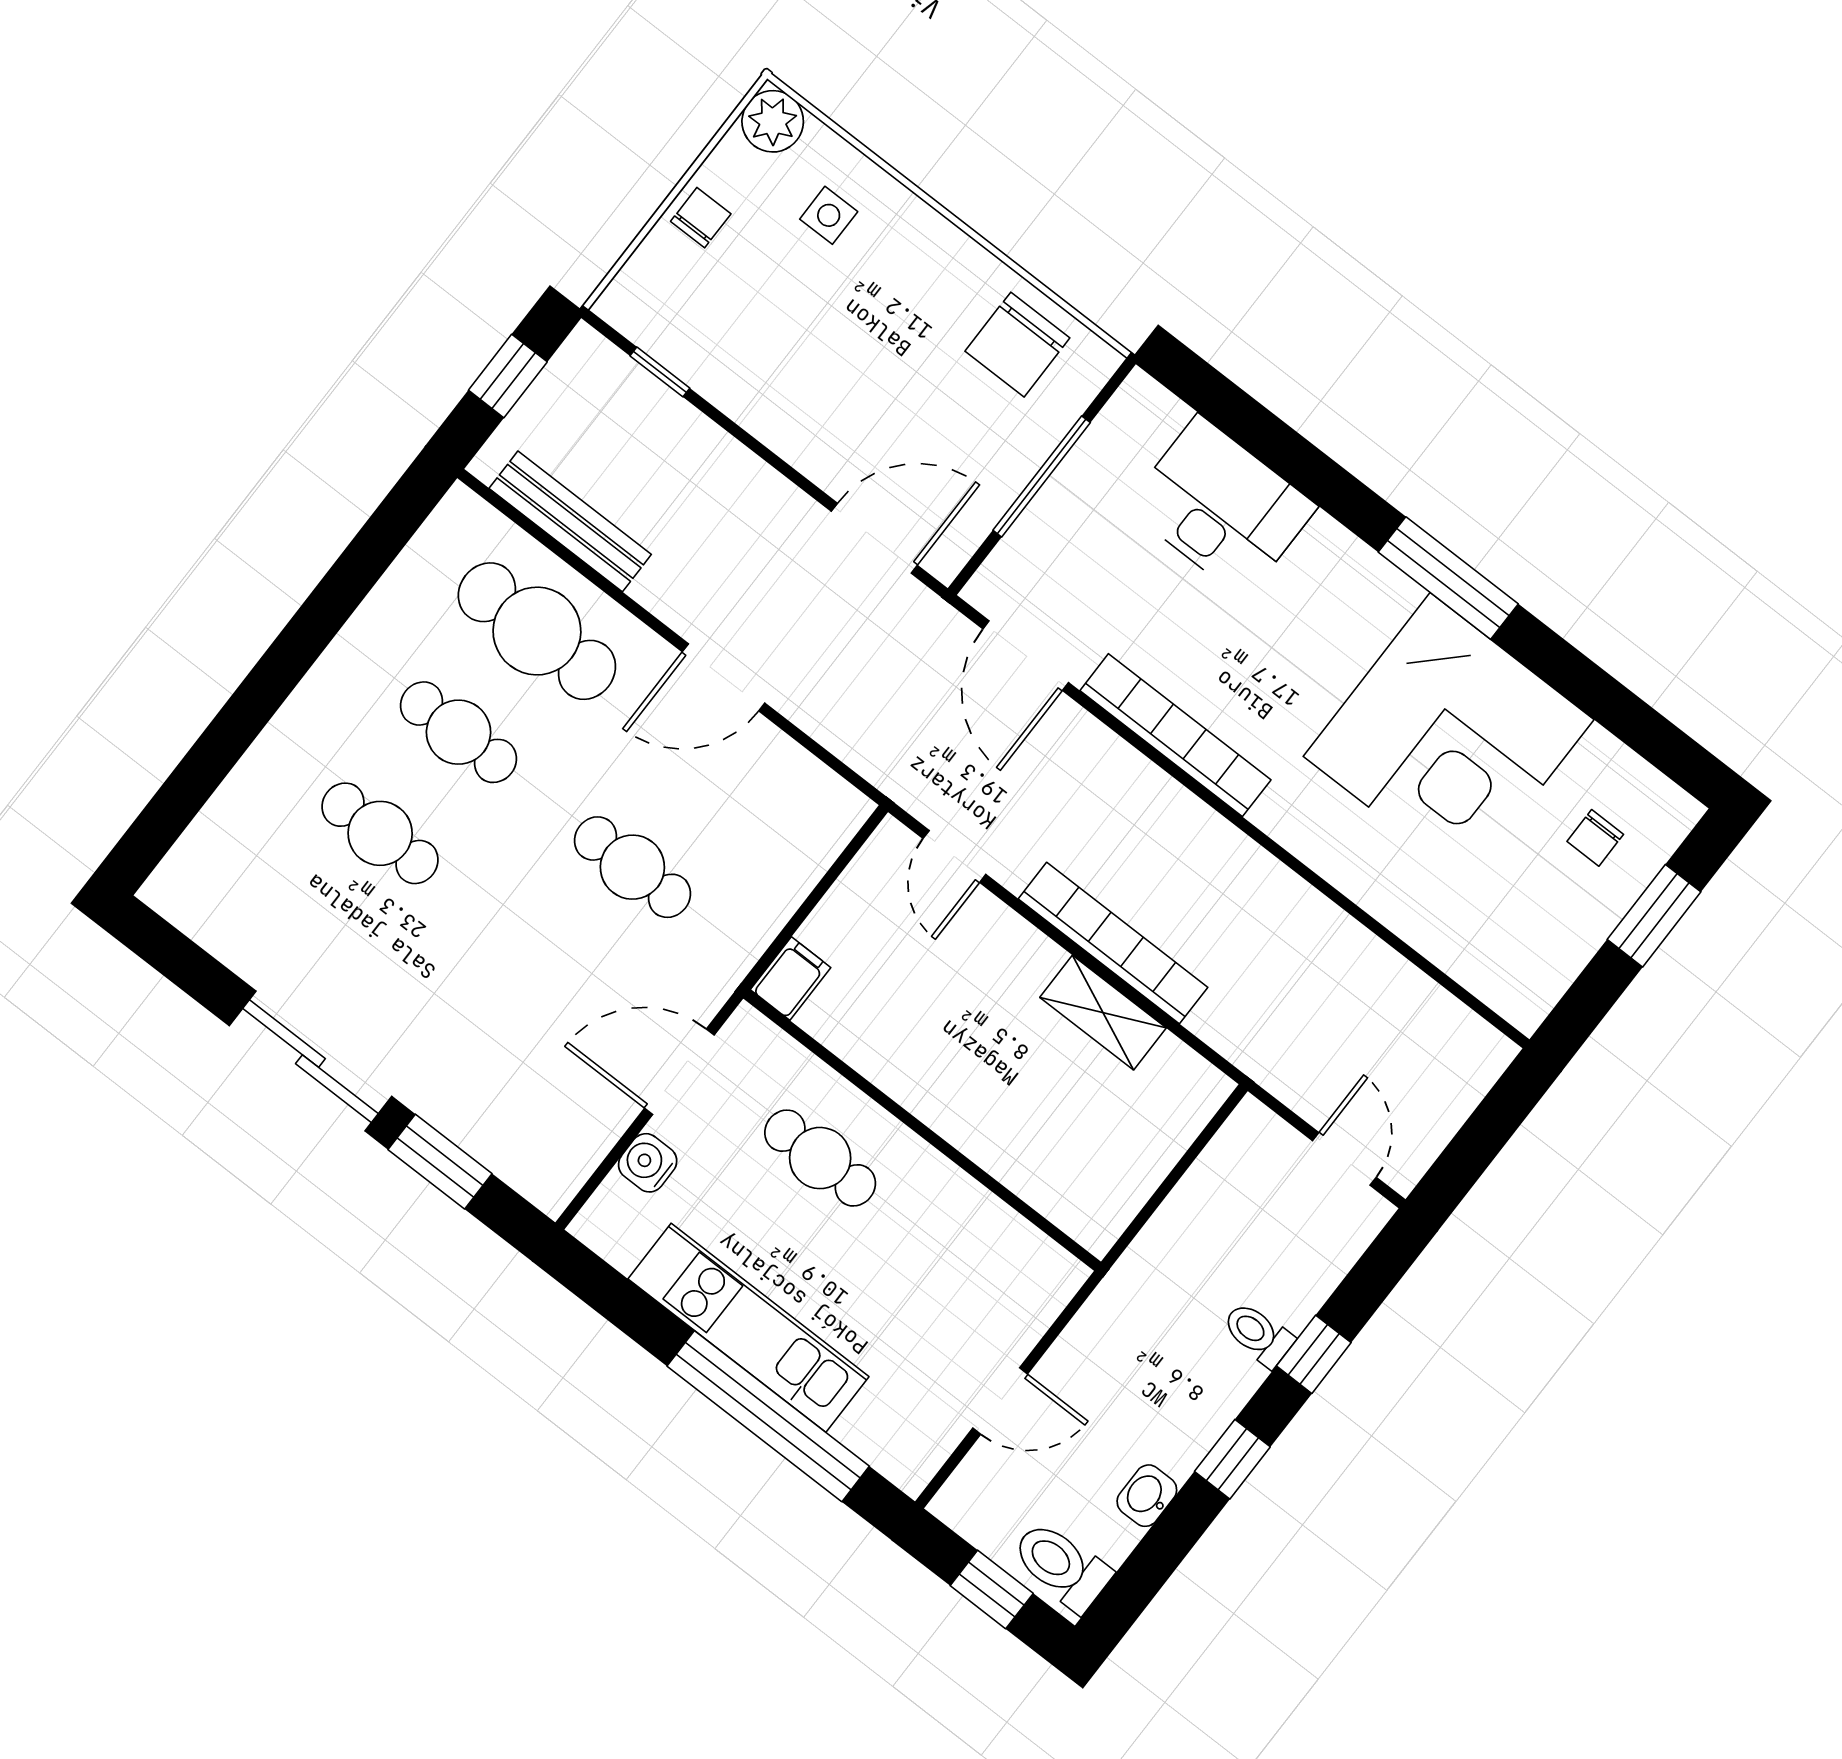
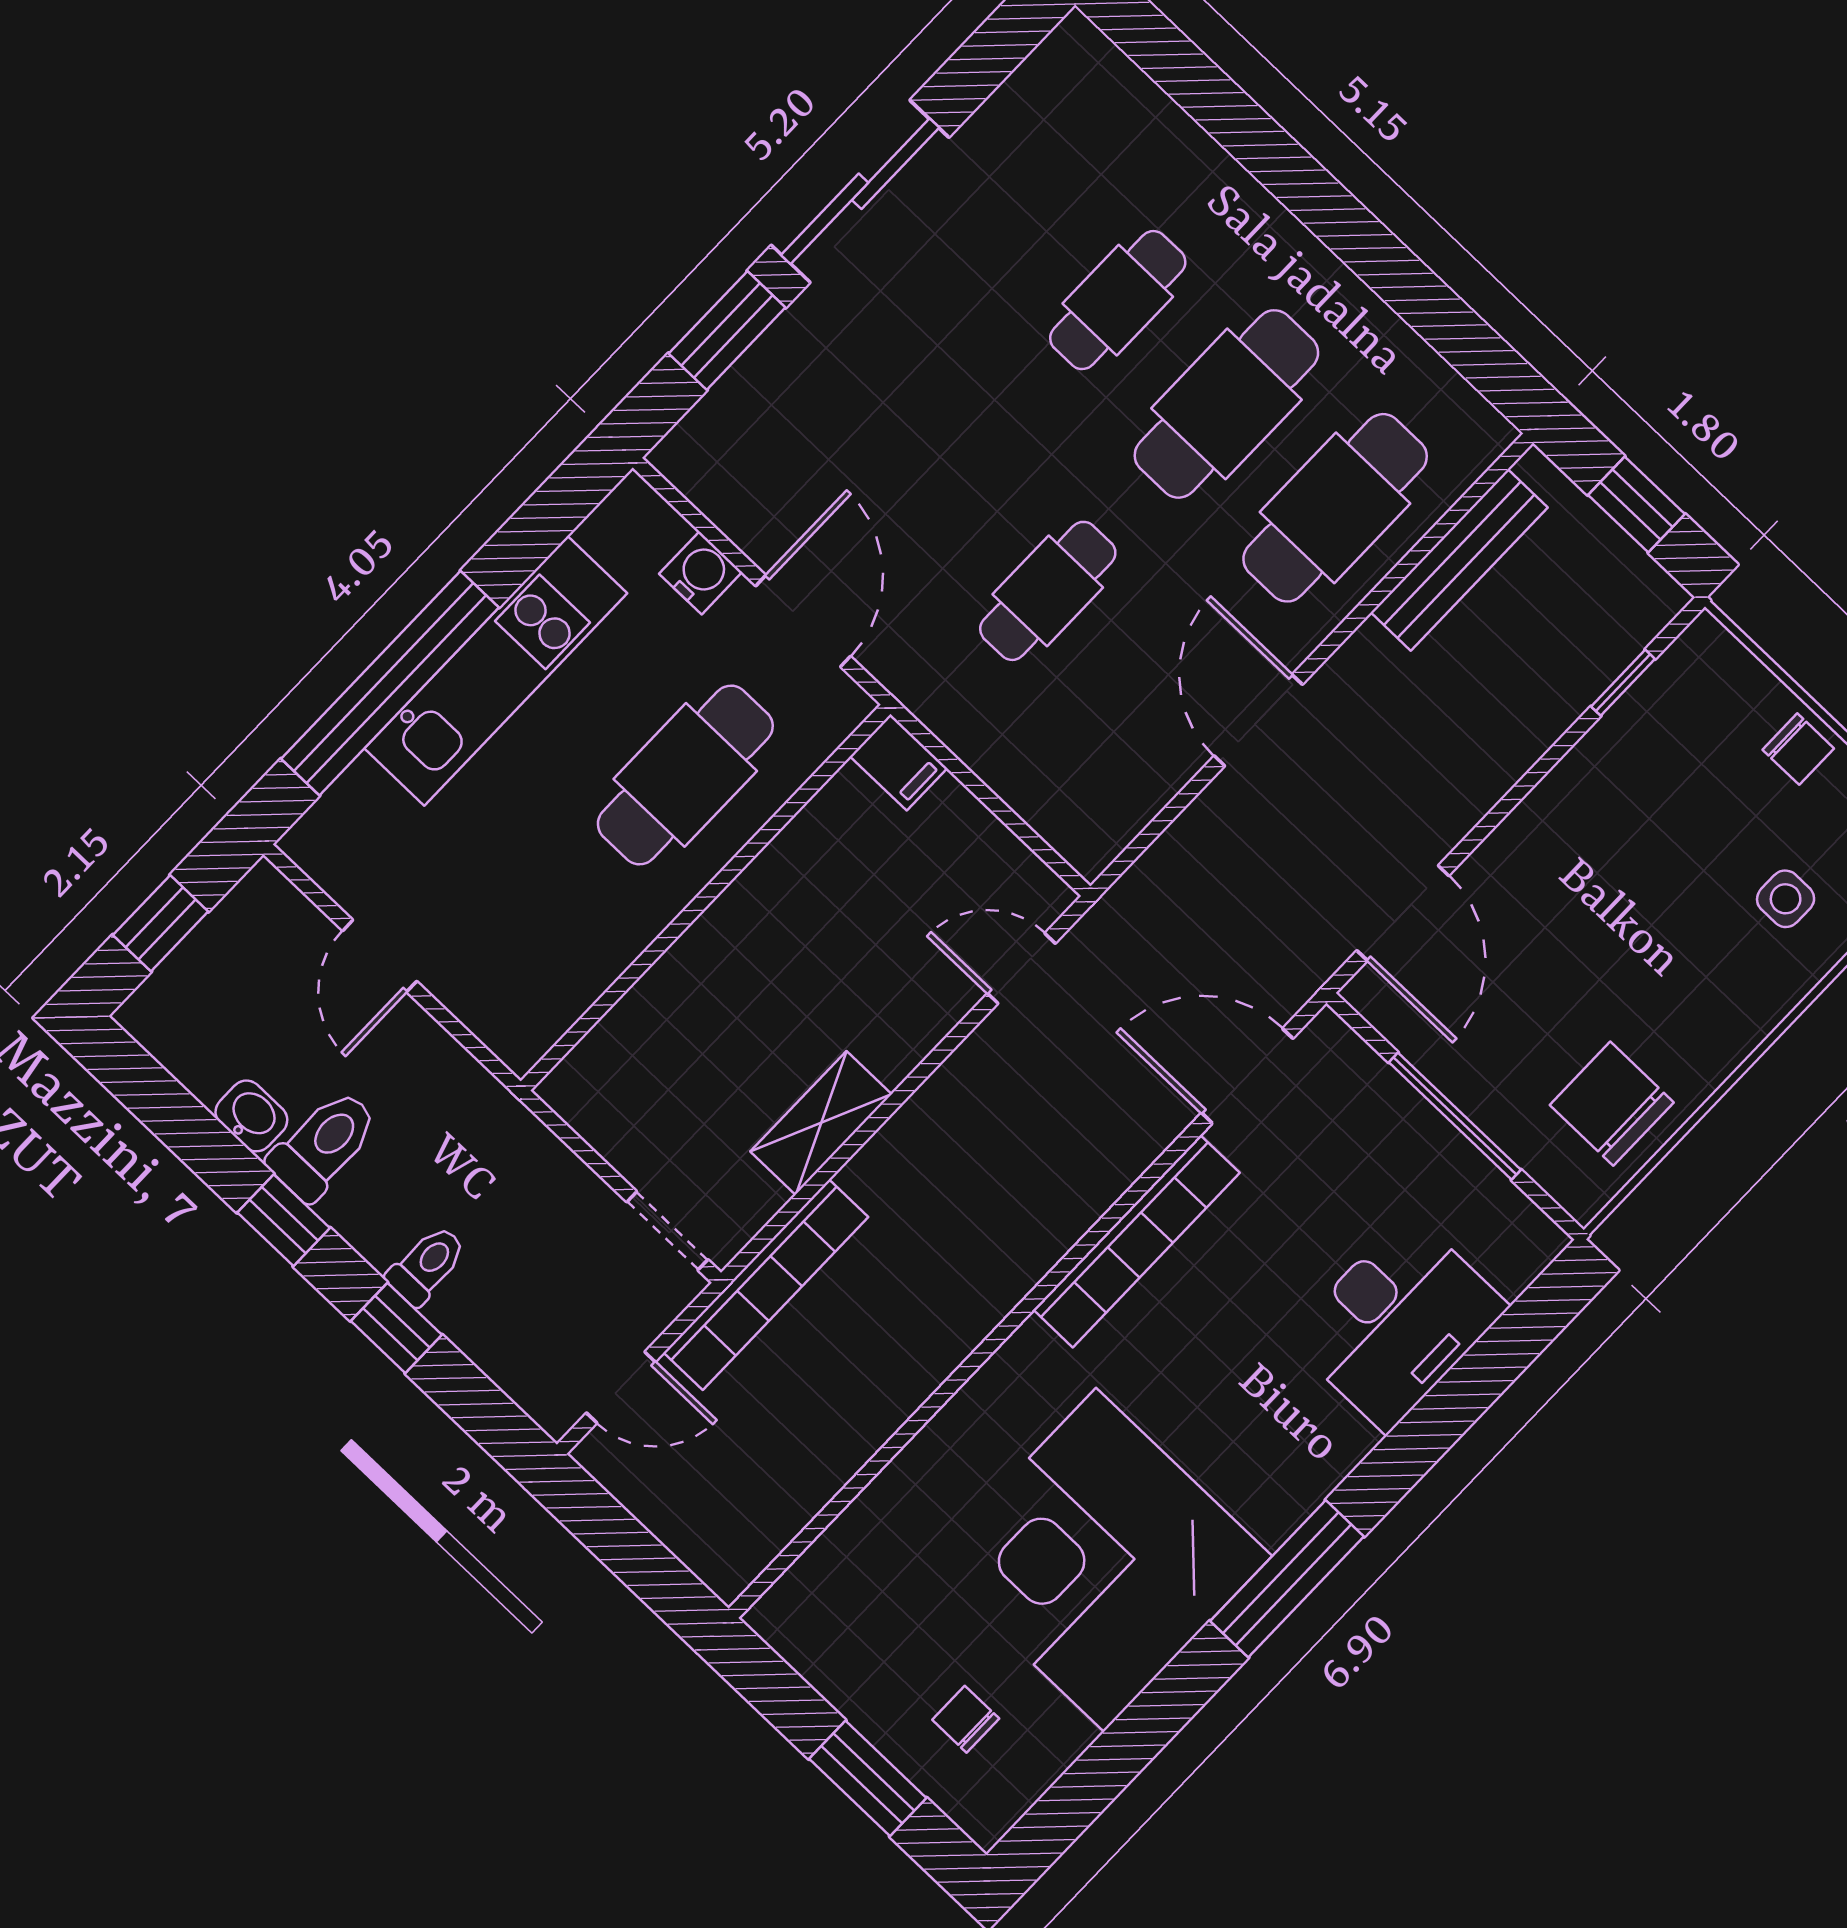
cafe table: (458, 732) -> (1226, 404), width x1.37, depth x1.35
bookcase: (1113, 943) -> (766, 1285), moved
doorway: (1208, 1133) -> (667, 1231), added
cafe table: (820, 1158) -> (685, 775), width x1.37, depth x1.35
toilet: (1061, 1566) -> (323, 1145), moved

